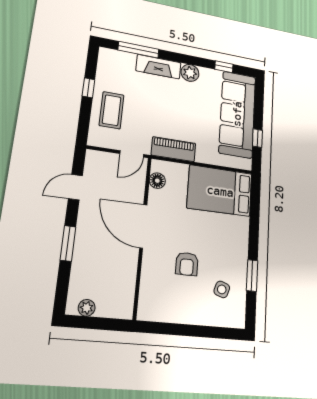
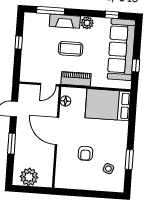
coffee table: (112, 110) -> (71, 49), moved, turned 90
plant: (87, 308) -> (29, 177), width x1.88, depth x1.88

